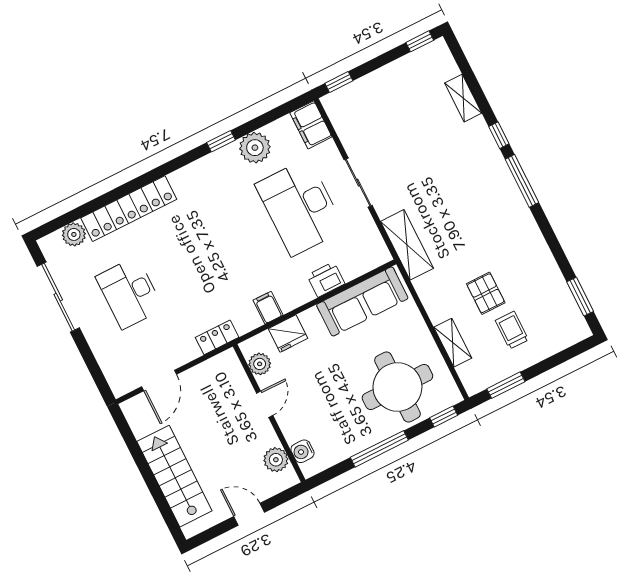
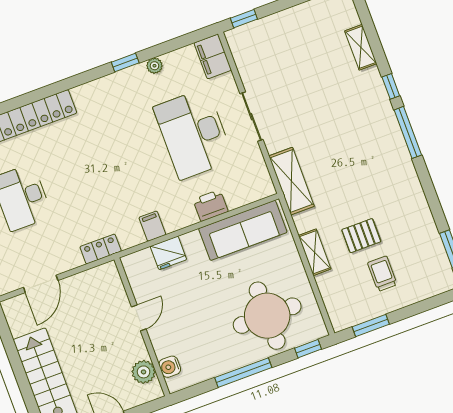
plant: (255, 148) -> (154, 66), width x0.53, depth x0.53
pallet: (486, 293) -> (361, 236), turned 90
shelving: (453, 343) -> (315, 252), moved
plant: (260, 364) -> (138, 279), removed

